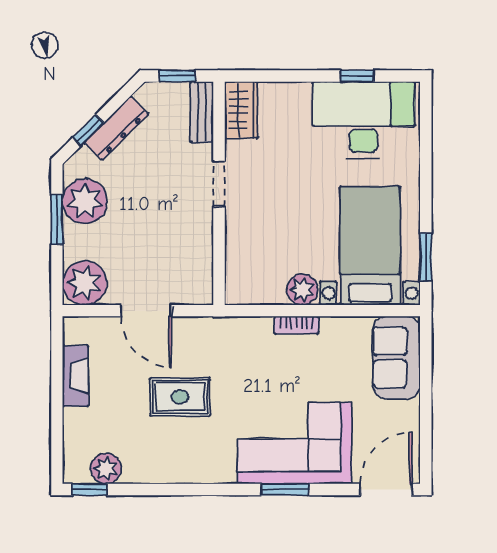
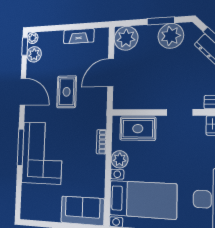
rug: (247, 257) -> (138, 129), added
bookcase: (296, 325) -> (101, 142), moved
plant: (74, 473) -> (33, 38), added
window: (285, 489) -> (21, 147), width x1.44
door: (386, 489) -> (23, 92), moved

